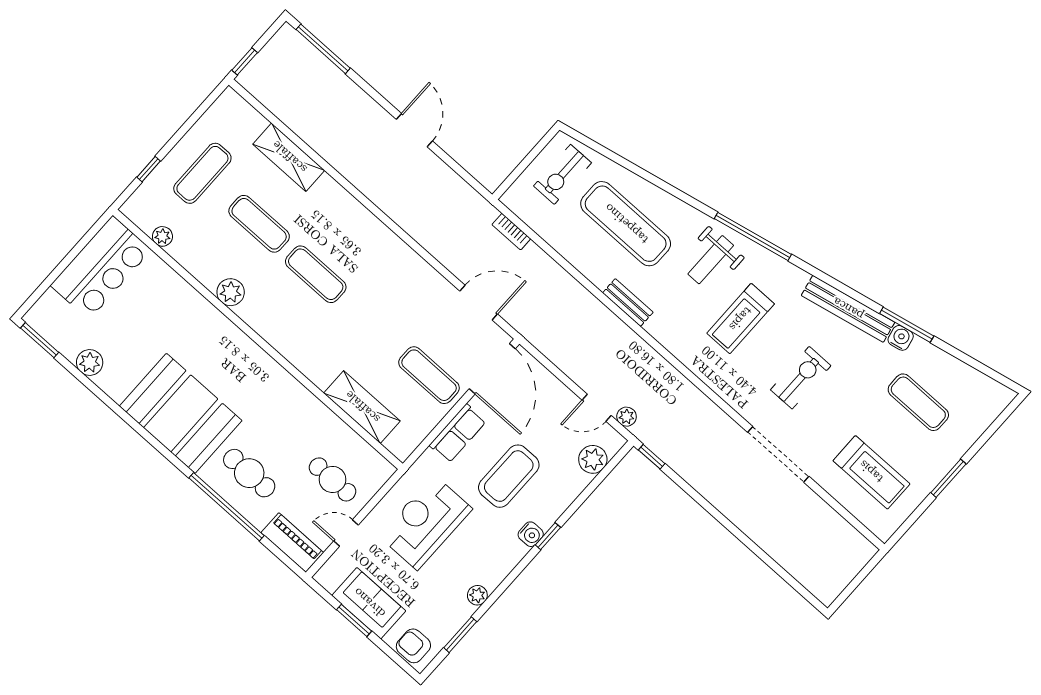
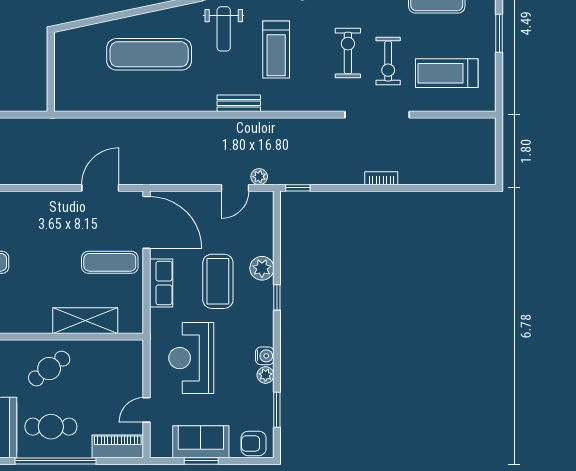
exercise bike: (562, 174) -> (388, 61), moved
bookcase: (511, 232) -> (381, 178), moved, turned 180
bench: (628, 303) -> (239, 103), moved
plant: (593, 459) -> (262, 268), moved
treadmill: (871, 472) -> (447, 73), turned 180
cafe table: (333, 479) -> (49, 369), moved, turned -37
water cooler: (531, 534) -> (265, 356), moved

